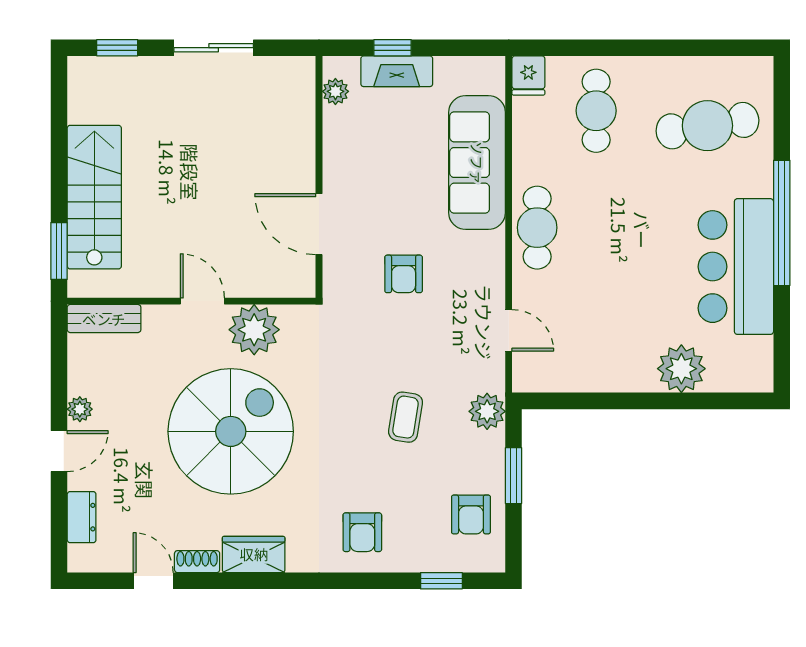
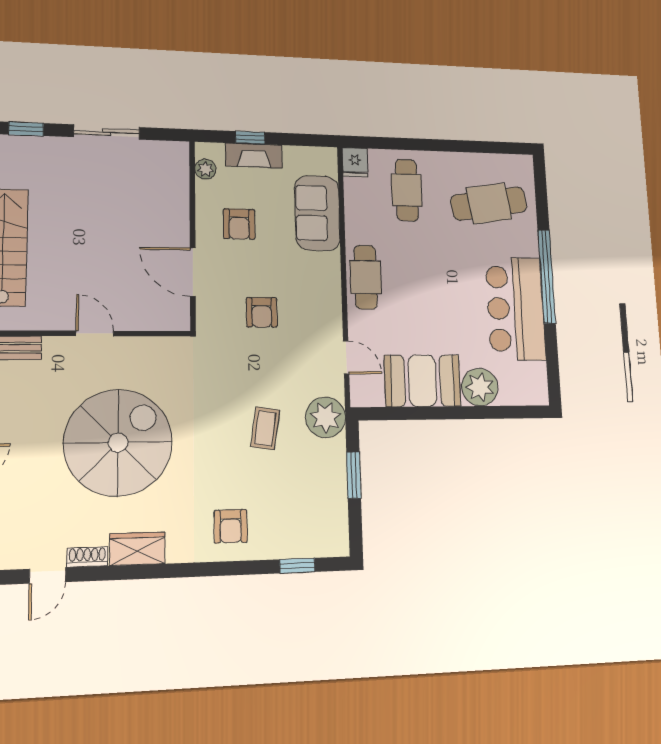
sofa: (477, 163) -> (317, 213), width x0.73
plant: (254, 330) -> (139, 357), removed
booth: (606, 360) -> (422, 381), added
plant: (487, 411) -> (326, 417), width x1.36, depth x1.36
armchair: (471, 514) -> (239, 224), moved
door: (153, 581) -> (47, 576), swing flipped

